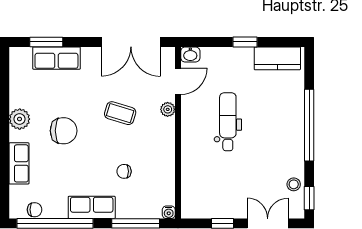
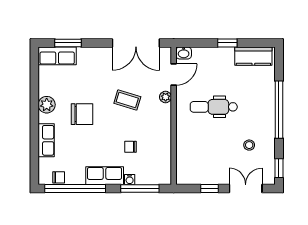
row of seats: (56, 58) -> (57, 56), moved
dental chair: (228, 122) -> (214, 107), turned -90
stool: (294, 184) -> (249, 145), moved
water cooler: (169, 212) -> (130, 179), moved

